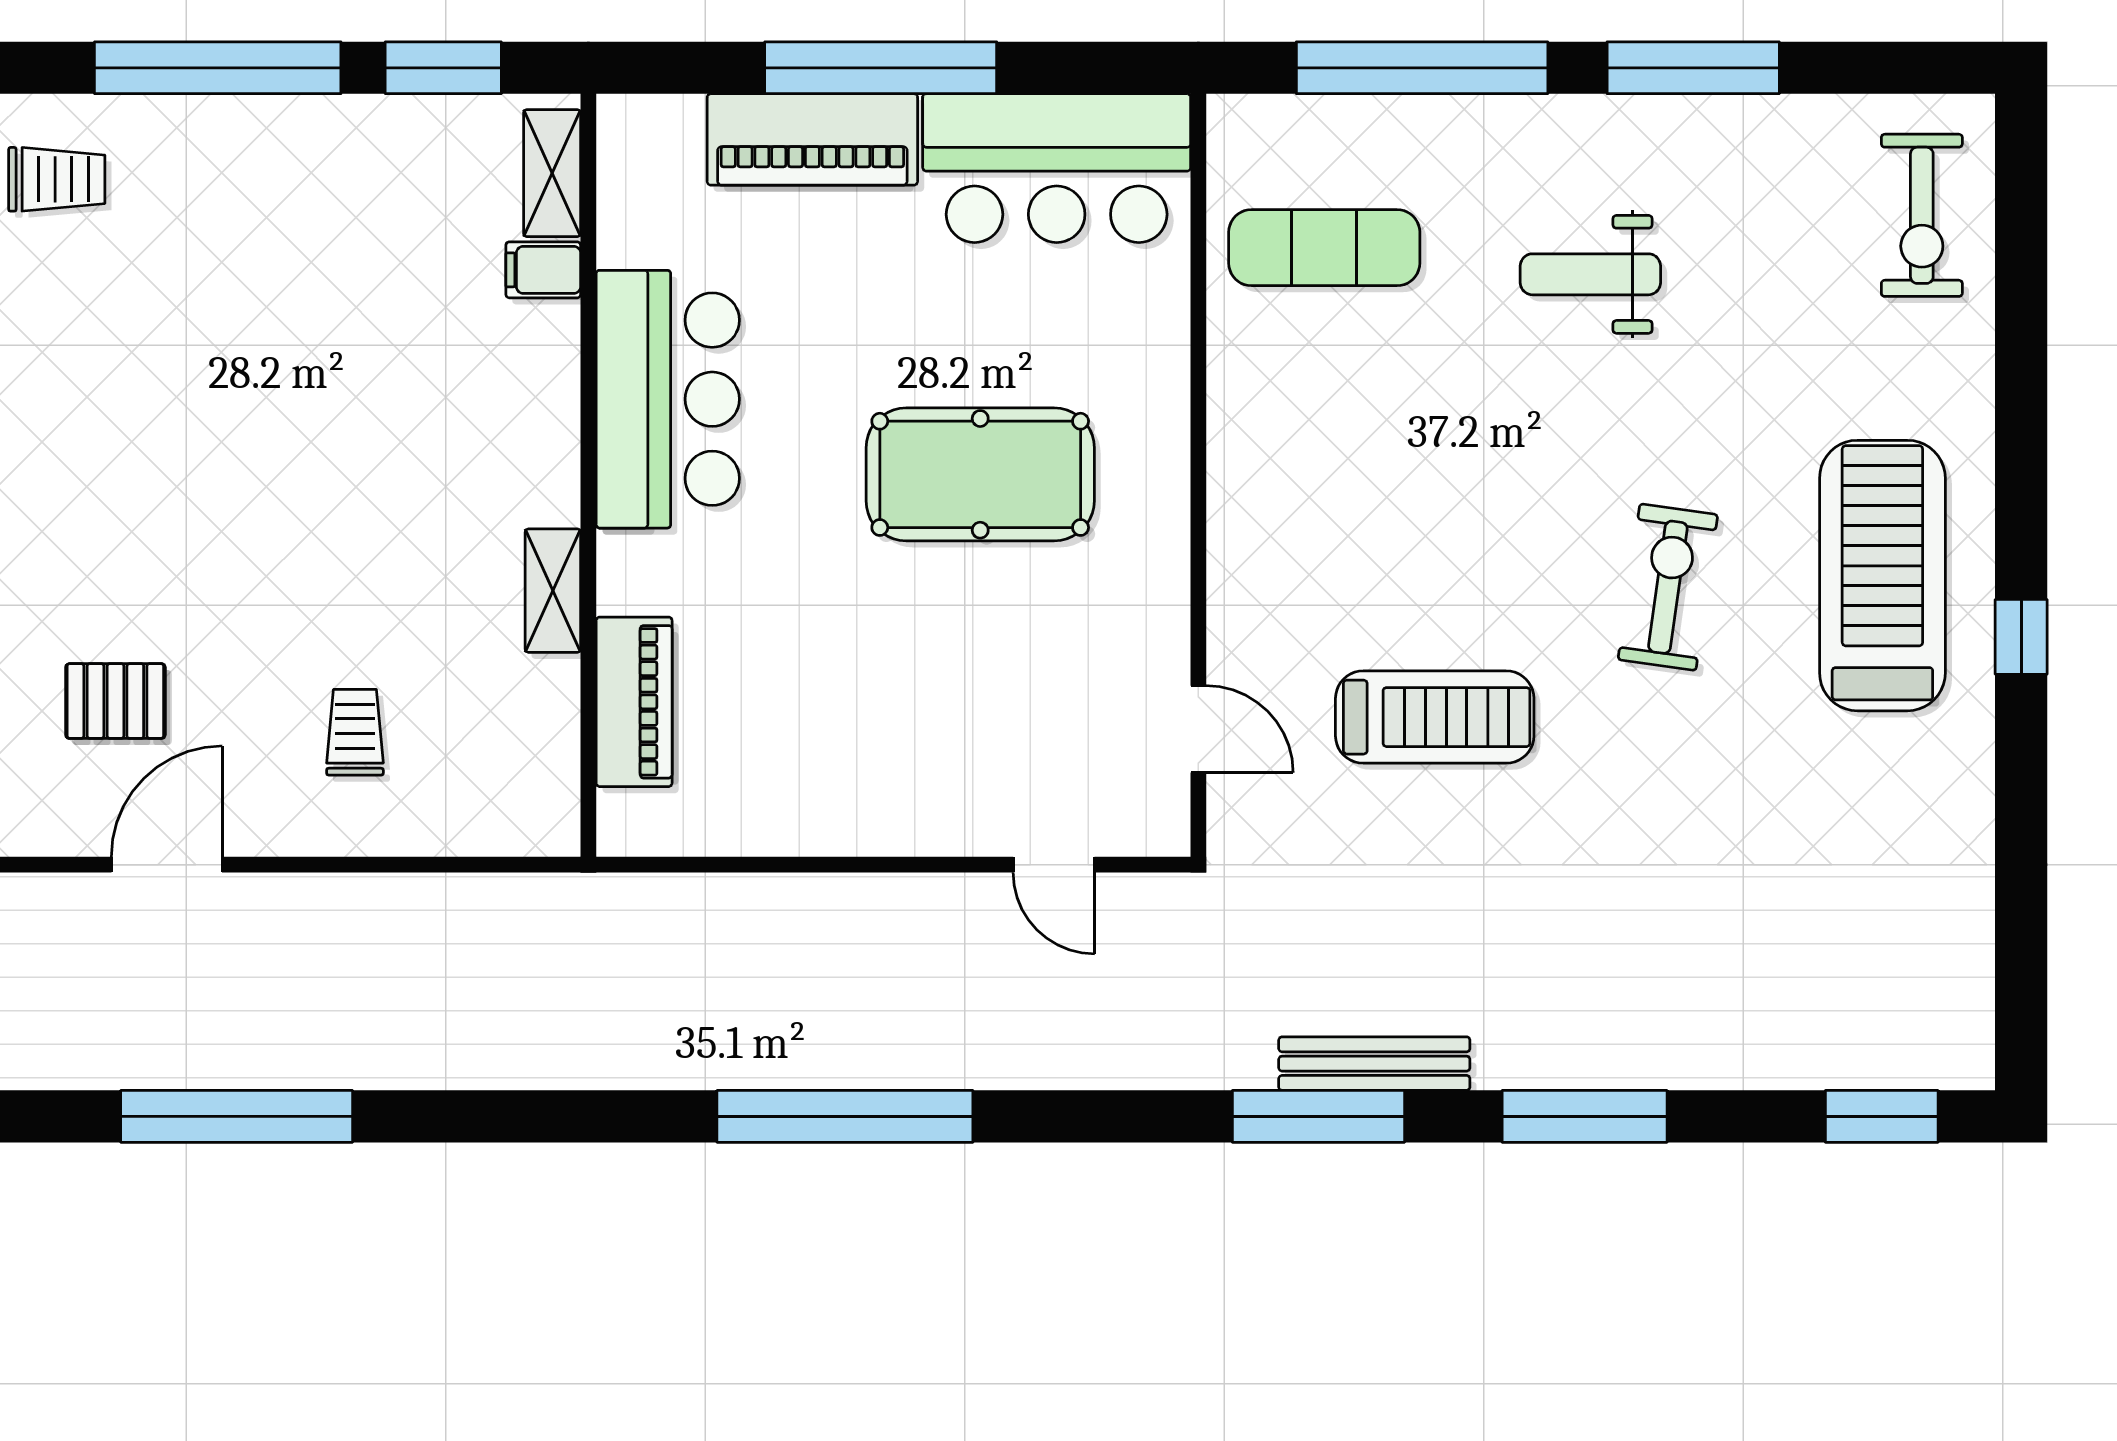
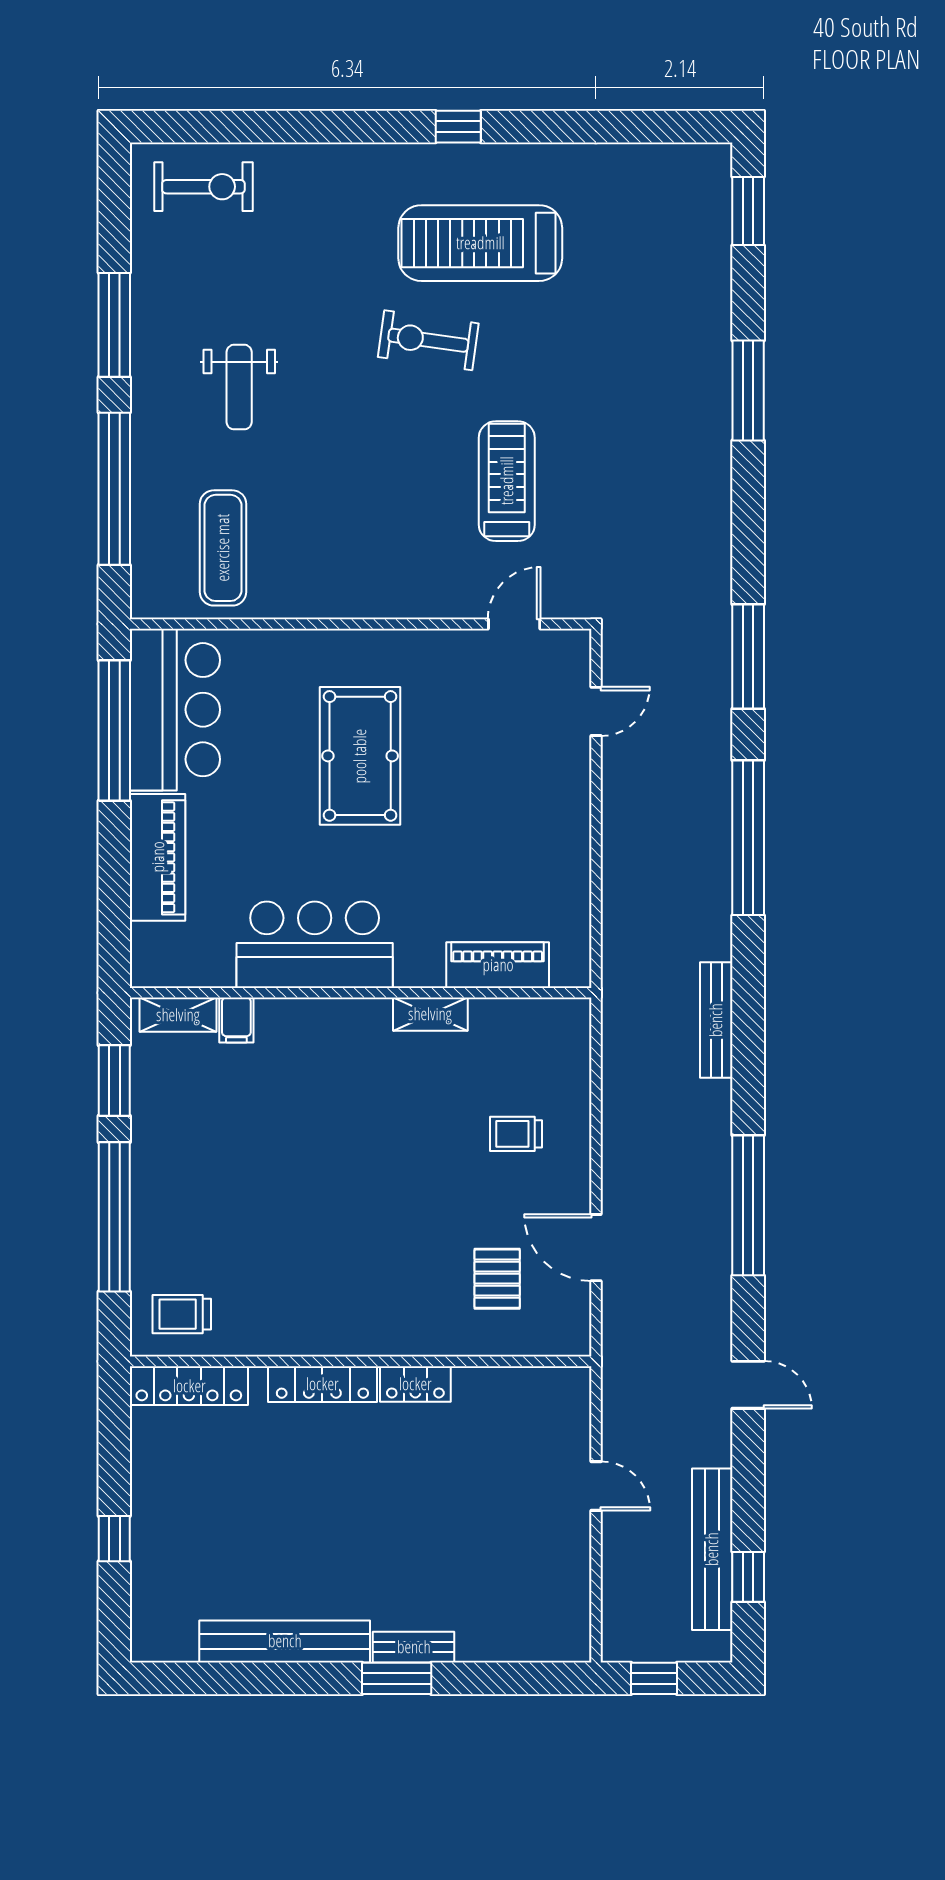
window: (881, 68) -> (114, 731), moved
trolley: (57, 179) -> (182, 1314), turned -90
treadmill: (1882, 576) -> (480, 243), moved
bench: (1374, 1064) -> (716, 1020), moved
window: (1318, 1116) -> (748, 657), moved

